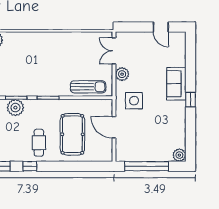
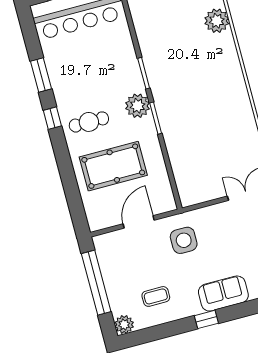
plant: (122, 74) -> (217, 214), removed
sun lounger: (88, 87) -> (186, 170), removed
plant: (15, 108) -> (138, 106), moved
coffee table: (166, 129) -> (156, 296), added

